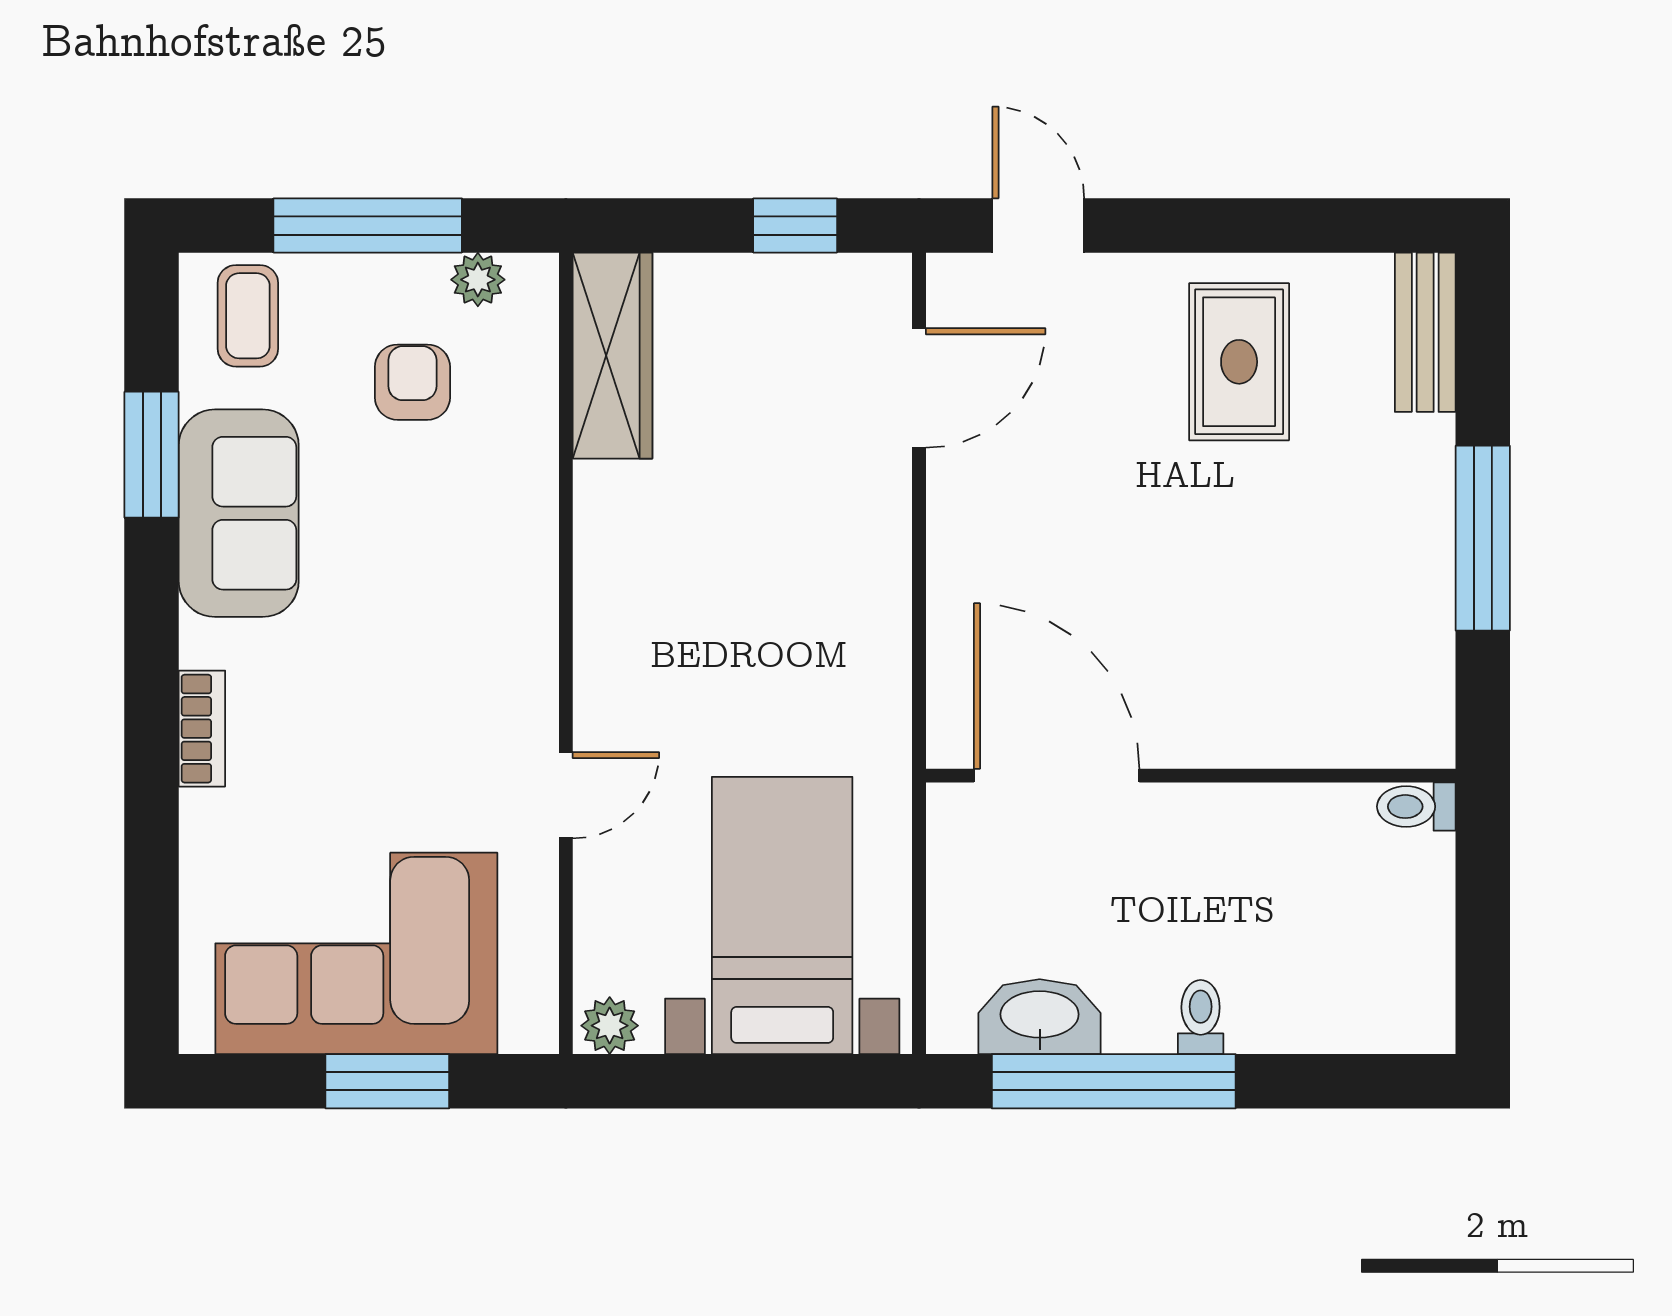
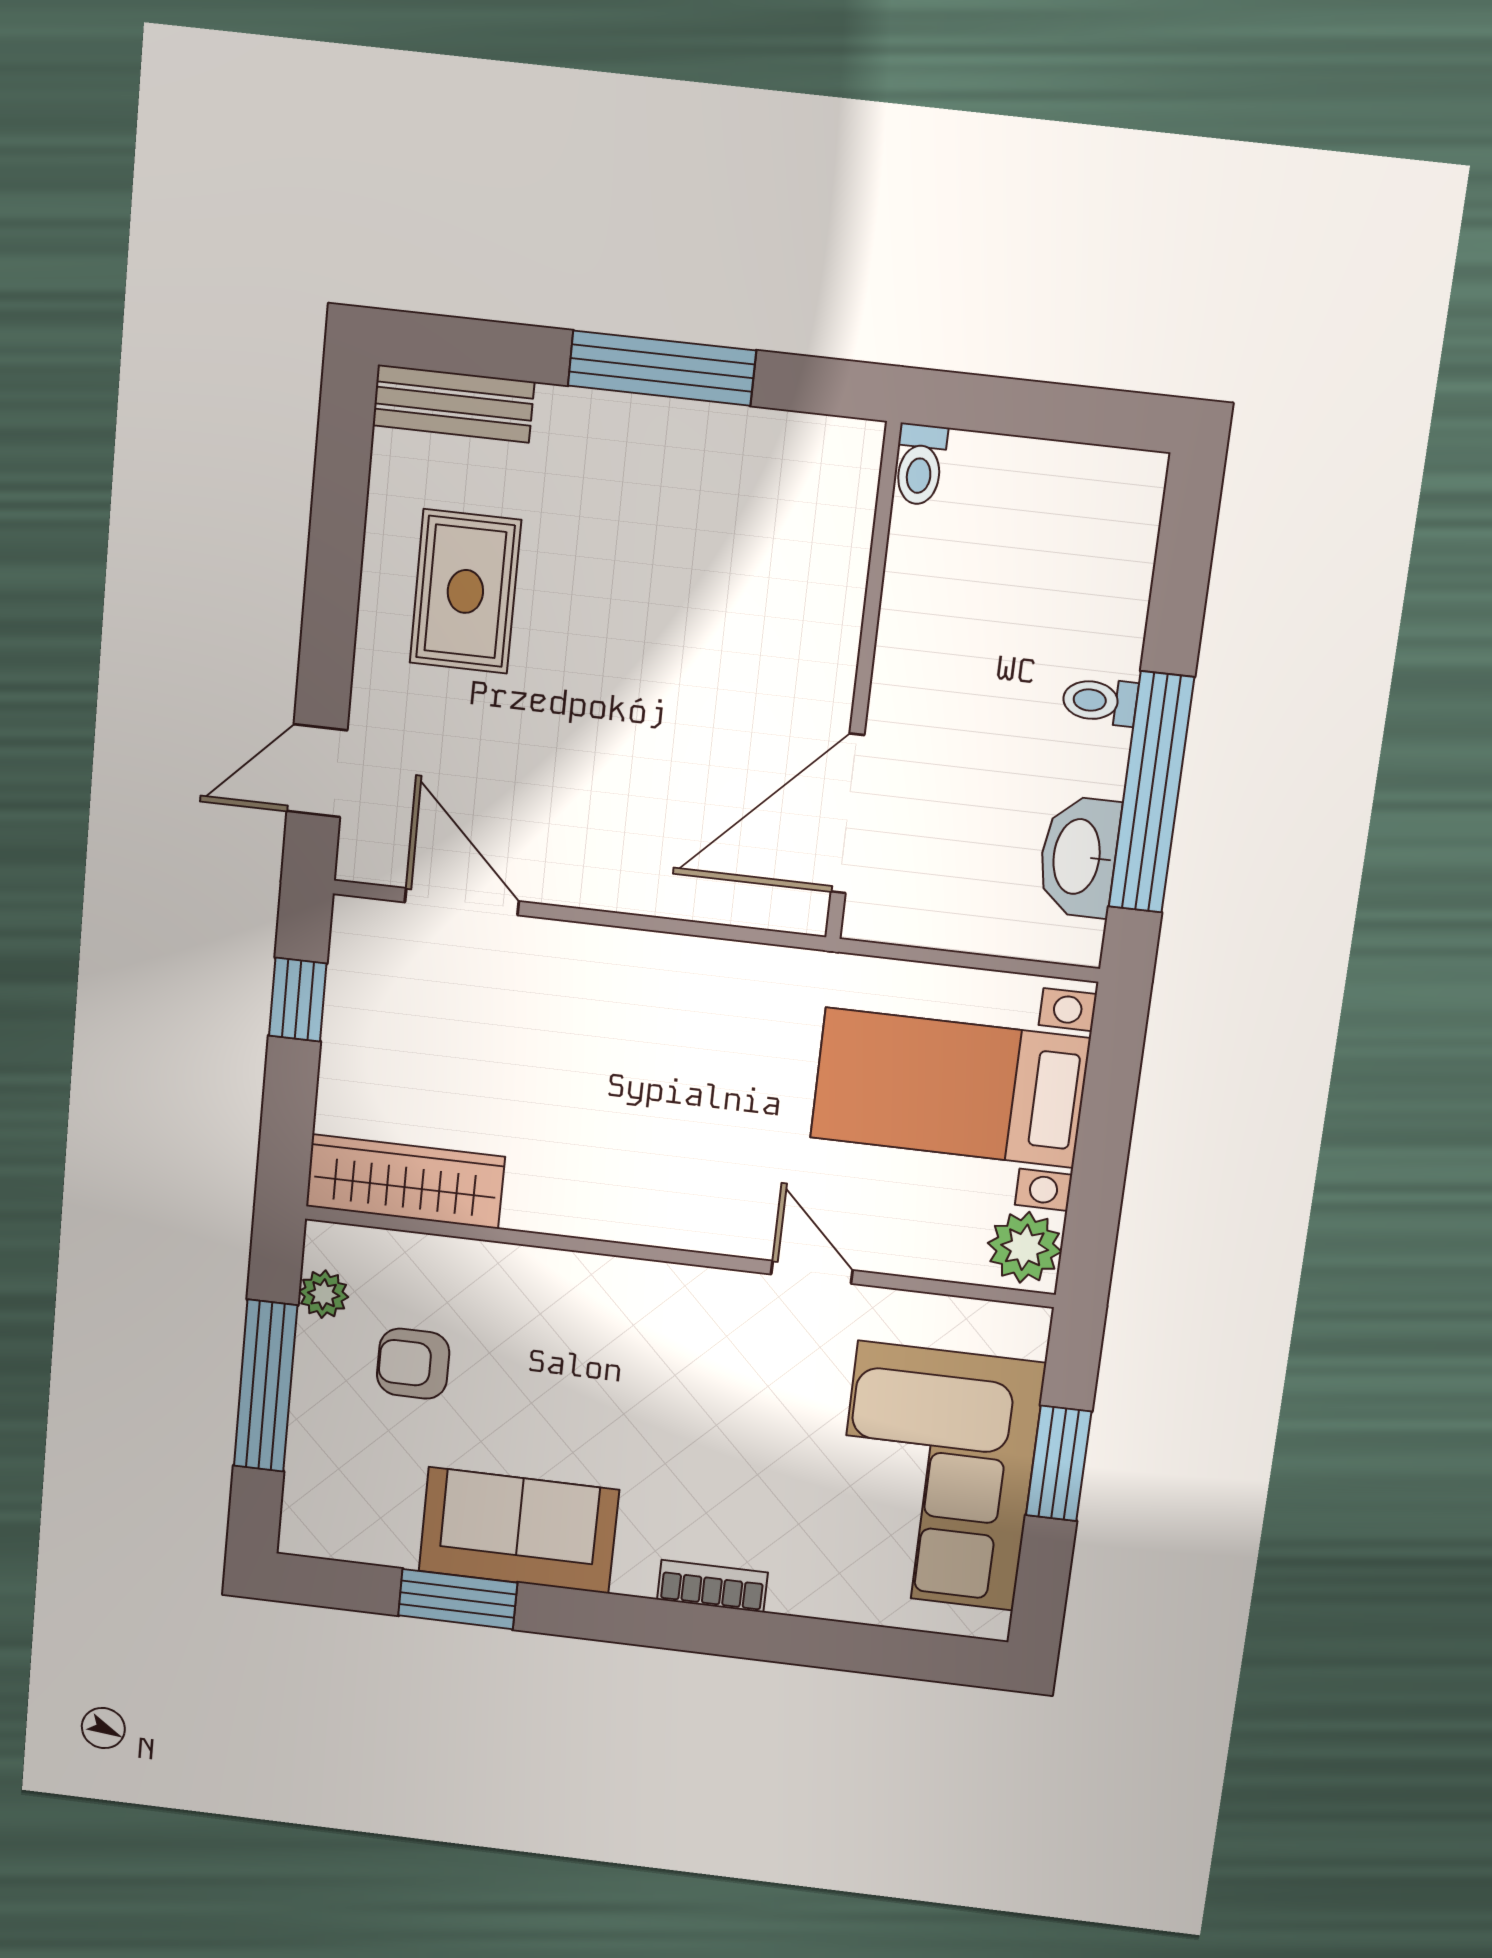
coffee table: (248, 316) -> (339, 1501), removed
rug: (1239, 362) -> (465, 591), turned 90
plant: (610, 1026) -> (1025, 1247), width x1.38, depth x1.38

